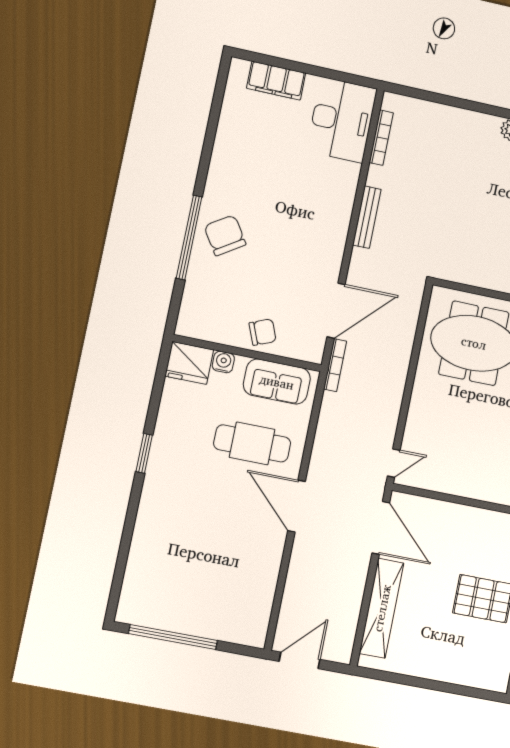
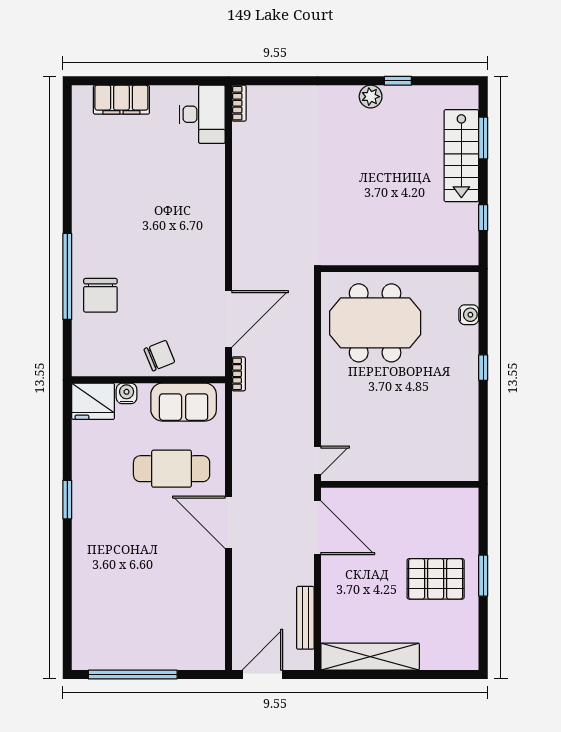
desk: (342, 120) -> (202, 114), width x0.73, depth x0.77
bookcase: (381, 138) -> (239, 103), moved, width x0.64
bench: (367, 217) -> (305, 618), moved
chair: (225, 235) -> (100, 295), moved, turned -147
bookcase: (335, 365) -> (239, 374), width x0.64
shelving: (382, 608) -> (370, 657), moved, turned 90

